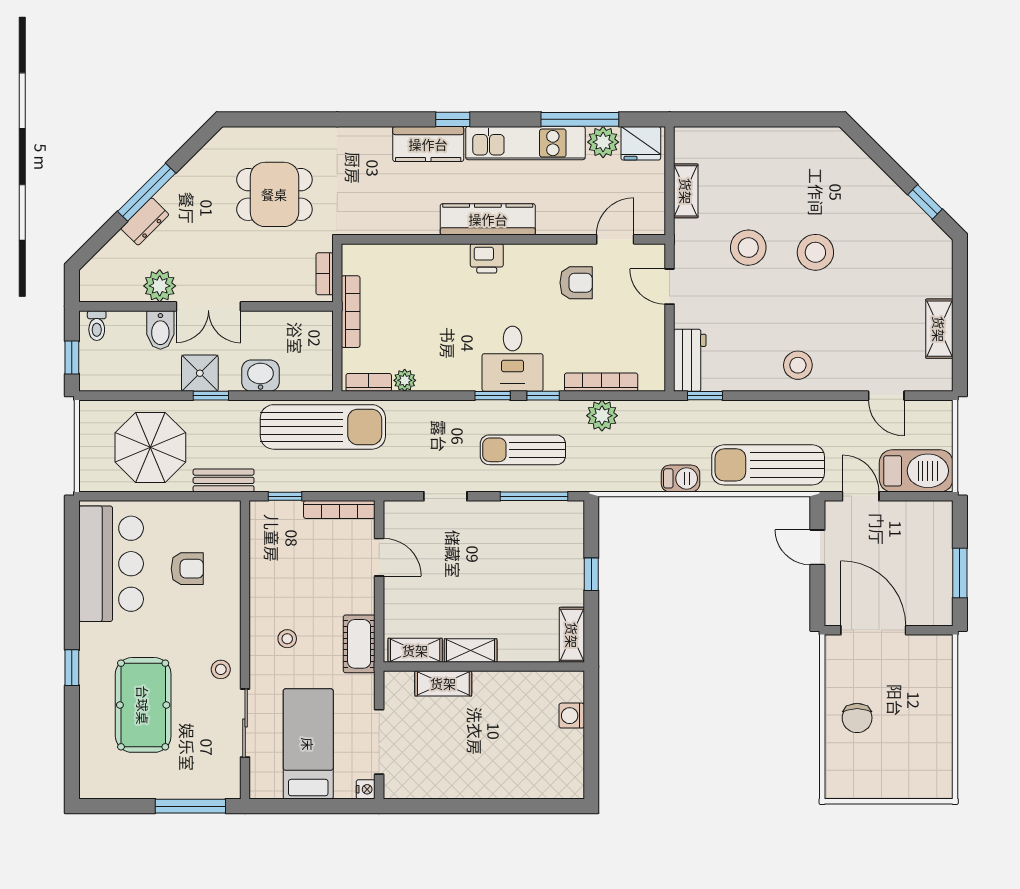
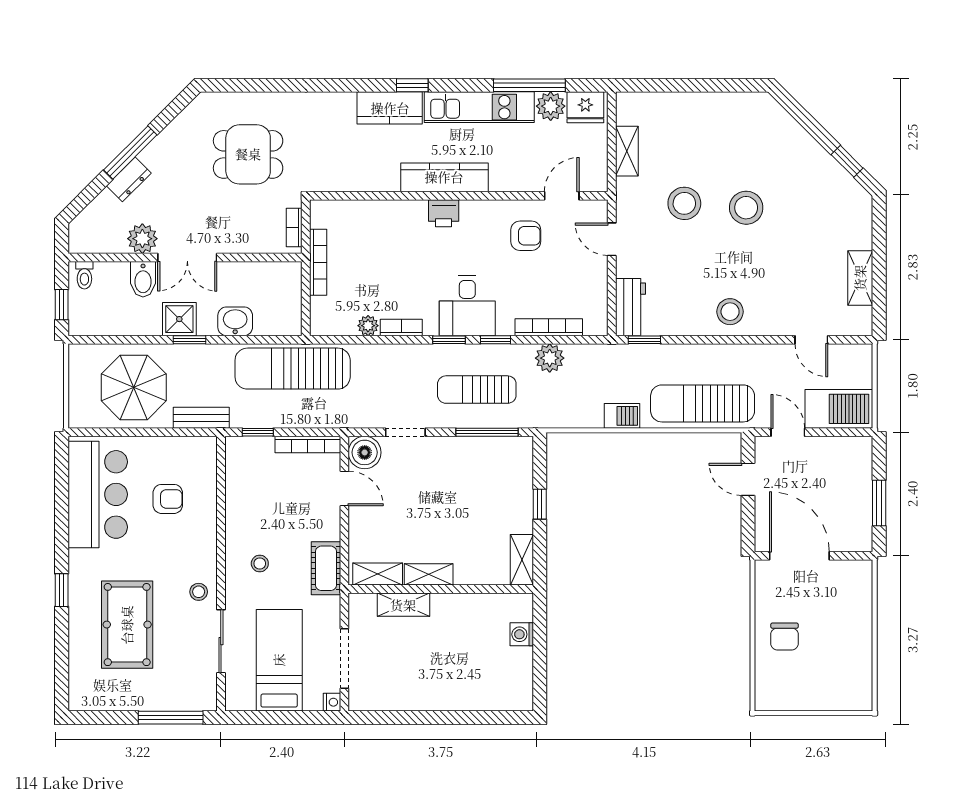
bookcase: (369, 382) -> (401, 328), moved
sun lounger: (323, 427) -> (293, 369), turned 180
boiler: (401, 518) -> (365, 452), added

